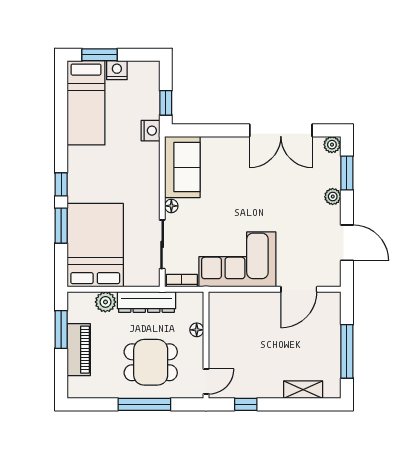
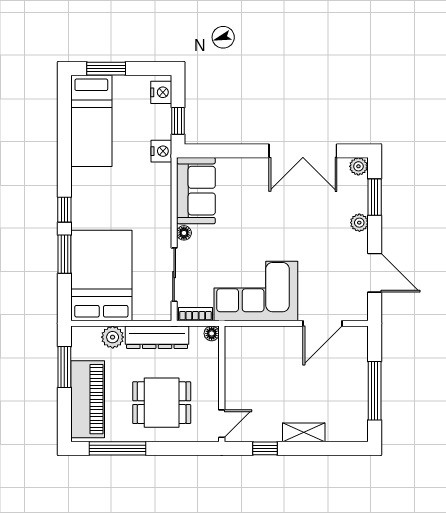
nightstand: (117, 70) -> (161, 92), moved, turned 90
floor lamp: (197, 330) -> (212, 333), moved
piano: (79, 350) -> (88, 399), width x1.37, depth x1.33
shelving: (303, 390) -> (304, 432), moved
window: (144, 404) -> (118, 448), moved

